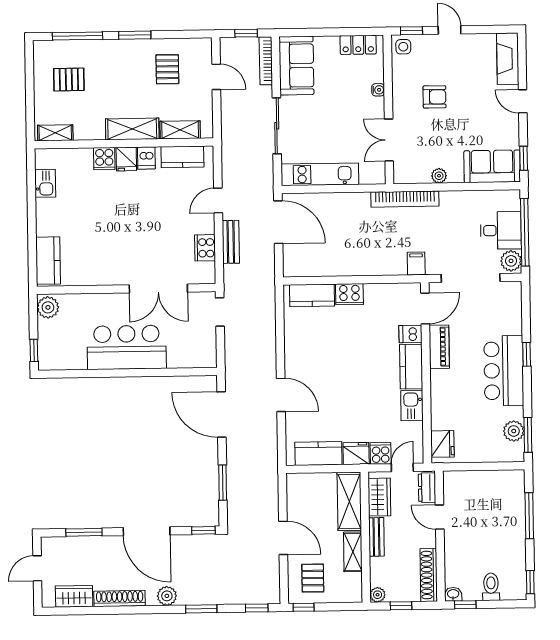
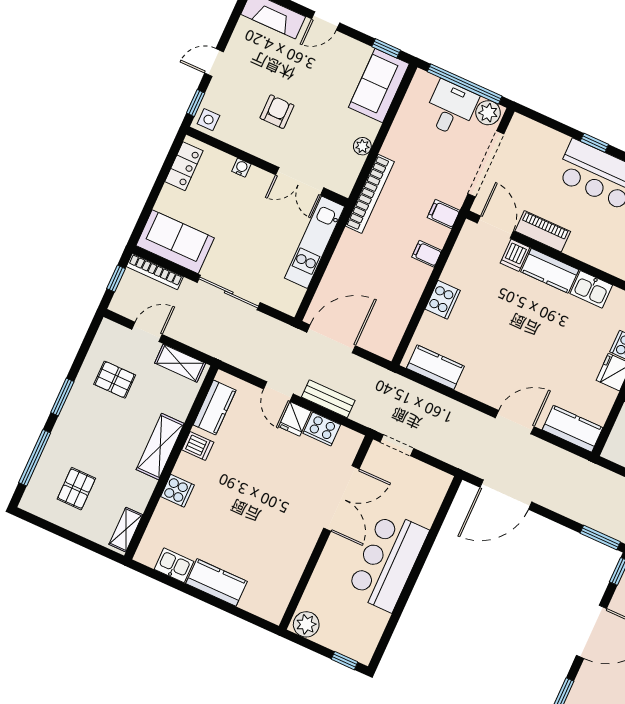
shelving: (180, 130) -> (180, 363), moved, turned 90
fridge: (126, 159) -> (295, 419), moved, turned 90
kitchen unit: (320, 174) -> (315, 242), moved
kitchen counter: (48, 261) -> (216, 582), moved
filing cabinet: (379, 265) -> (427, 254), added
kitchen counter: (312, 295) -> (435, 367), moved, turned -90
kitchen counter: (318, 453) -> (573, 429), moved, turned 90
window: (223, 483) -> (600, 538), moved

